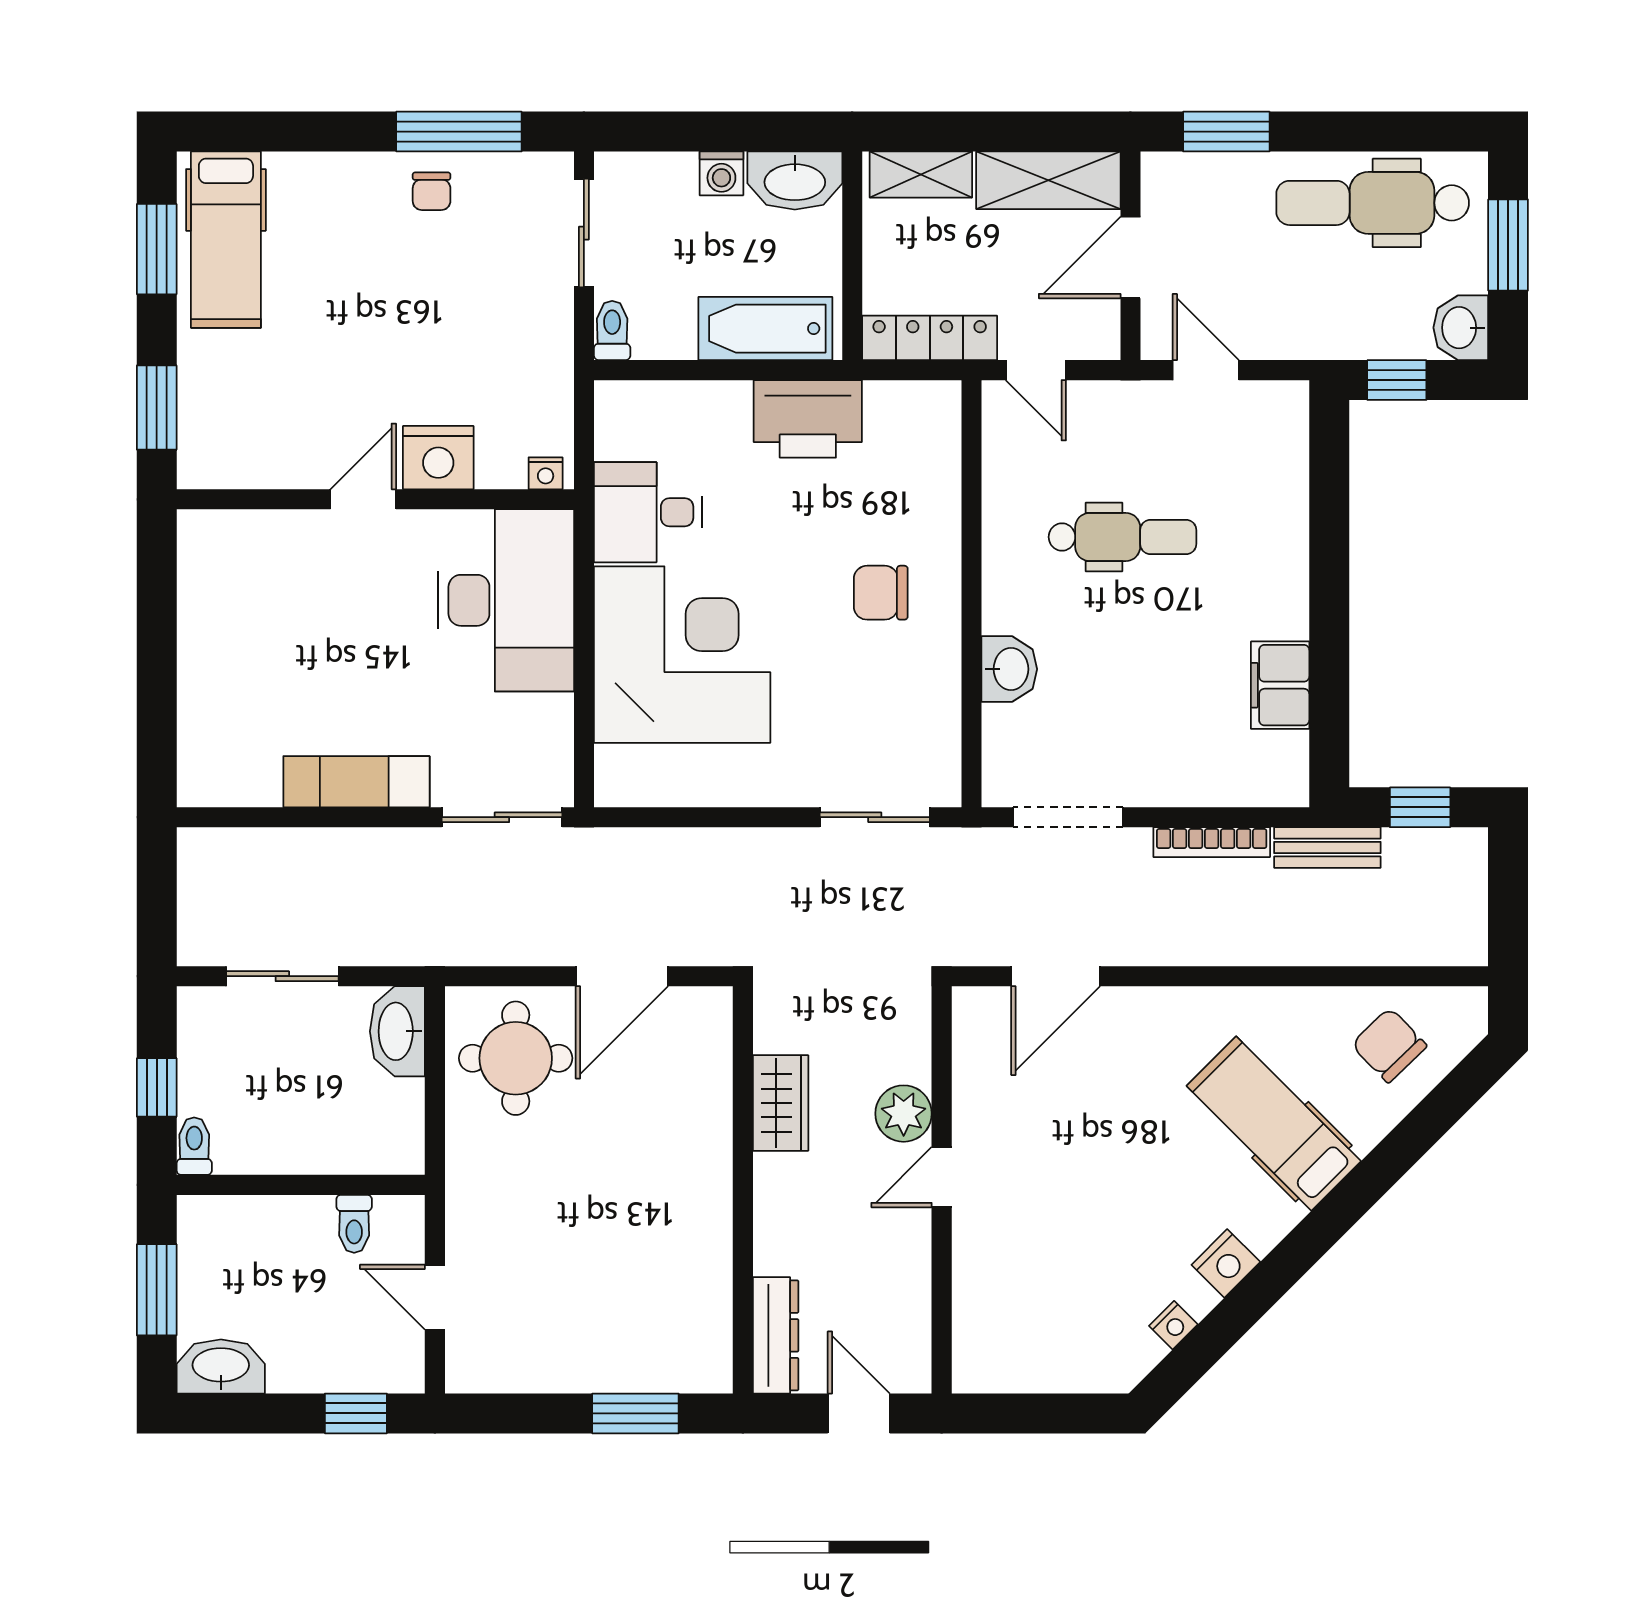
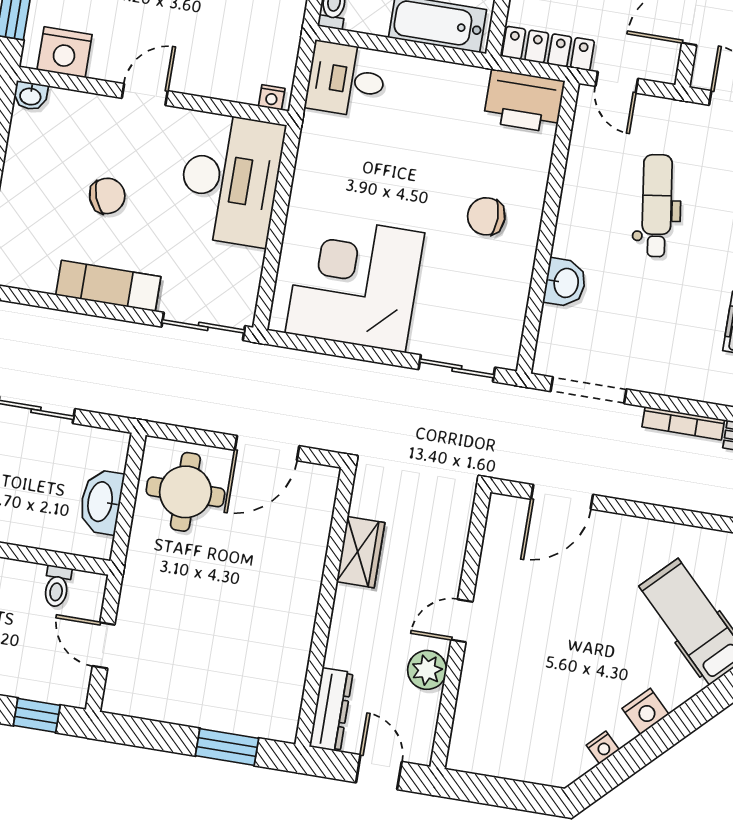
printer: (808, 419) -> (524, 101), moved
nightstand: (438, 458) -> (65, 52), moved
desk: (648, 512) -> (346, 80), moved
washbasin: (200, 528) -> (30, 96), added
dental chair: (1122, 537) -> (657, 206), turned -98
chair: (333, 653) -> (107, 196), added
corner desk: (682, 655) -> (355, 283), moved, turned -90
washbasin: (397, 1031) -> (101, 502), moved
plant: (904, 1114) -> (427, 670), moved

